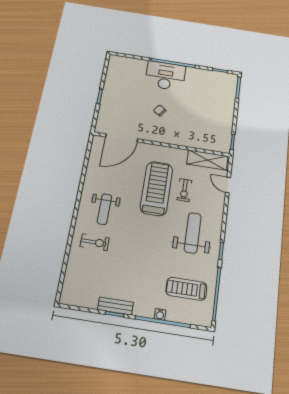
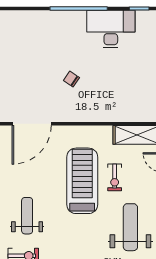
desk: (165, 76) -> (111, 29), moved
weight bench: (104, 209) -> (27, 216), turned 180

